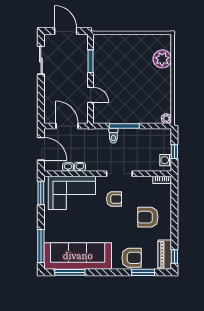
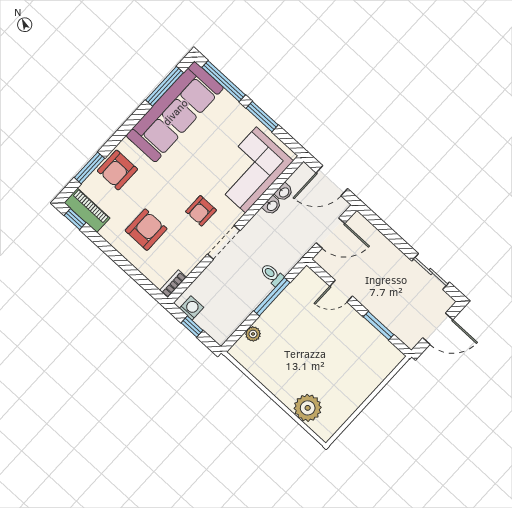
plant: (166, 119) -> (253, 334), moved
window: (41, 193) -> (262, 117), moved

